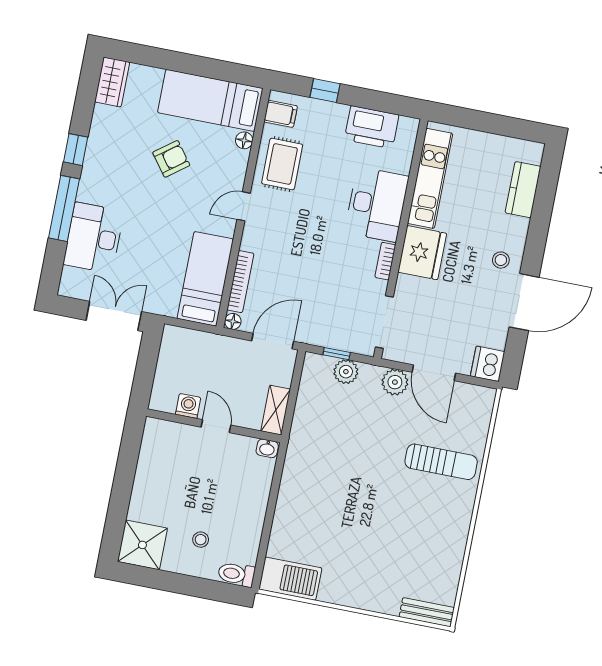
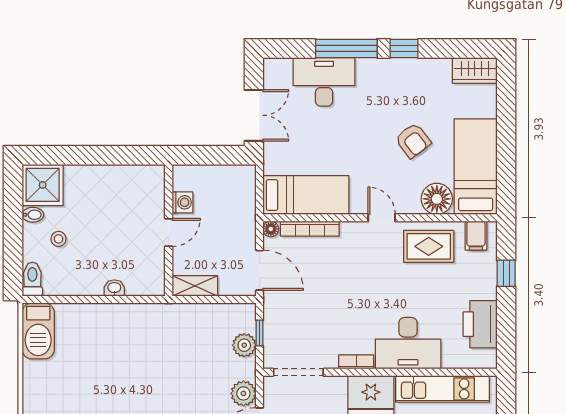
floor lamp: (244, 140) -> (437, 199), width x1.89, depth x1.89
washbasin: (267, 448) -> (114, 288), moved, turned 90
bidet: (171, 561) -> (33, 215), added

